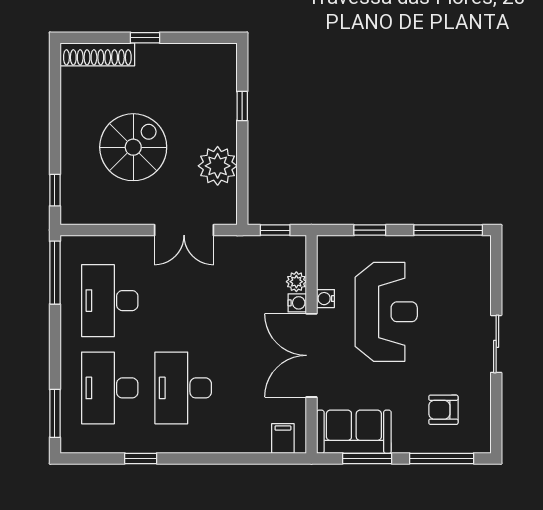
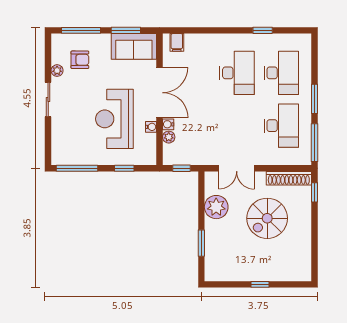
shoe rack: (97, 54) -> (289, 178), moved, turned 180
window: (242, 106) -> (201, 243), width x1.50
double door: (184, 230) -> (237, 168), swing flipped
plant: (481, 392) -> (57, 71), added
window: (55, 413) -> (314, 99), moved

